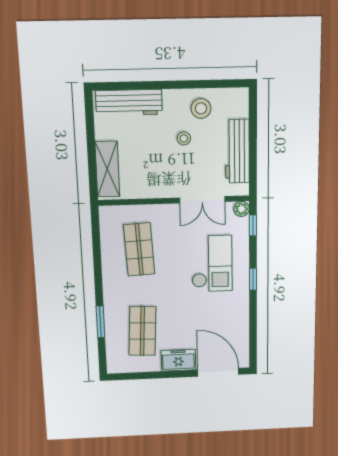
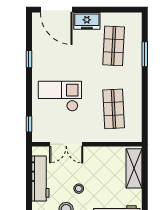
double door: (202, 200) -> (66, 144), swing flipped
plant: (242, 209) -> (37, 136), removed
checkout: (212, 264) -> (60, 96), turned 90
window: (253, 279) -> (29, 59), moved

